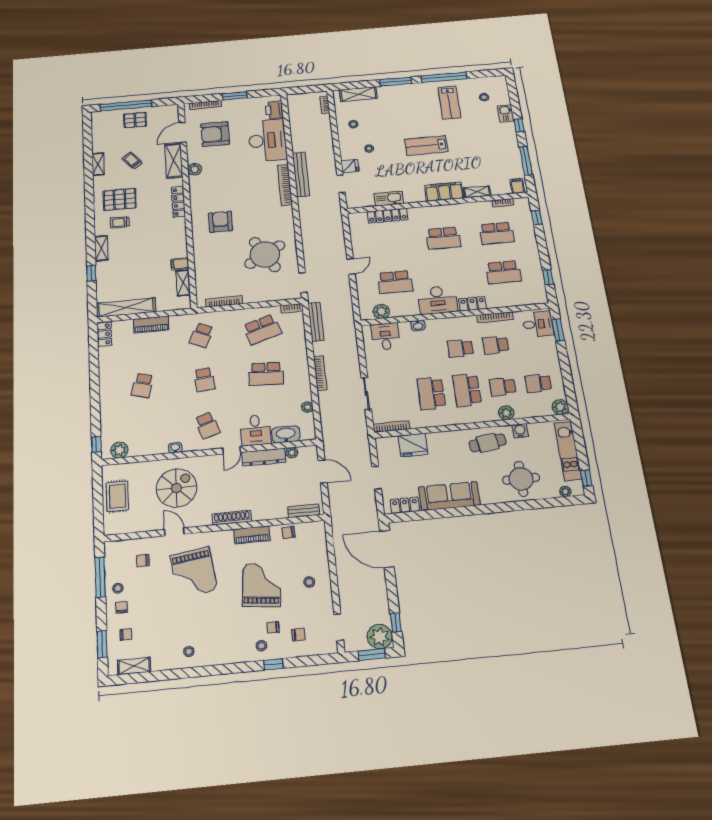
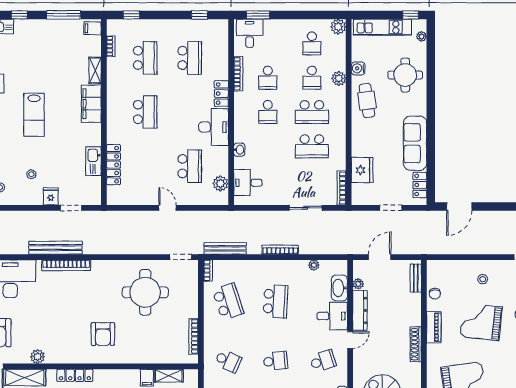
armchair: (221, 222) -> (103, 334), turned -90
round table: (265, 255) -> (145, 292), turned 30
door: (231, 450) -> (350, 340), hinge flipped
door: (387, 549) -> (459, 206), width x0.73

